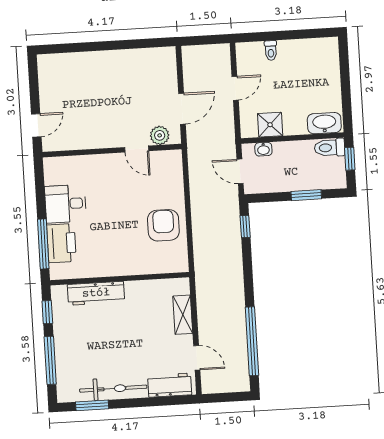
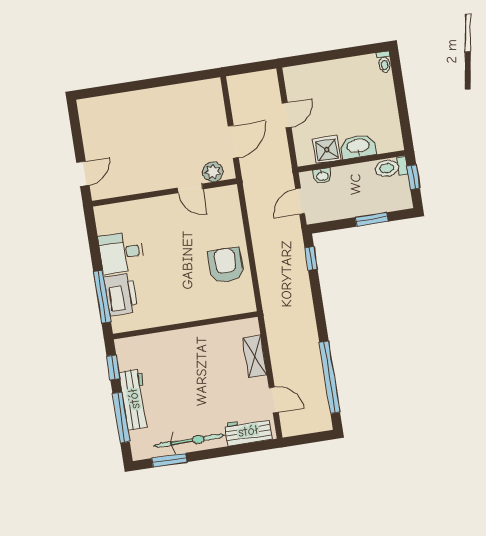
toilet: (271, 50) -> (384, 62), moved
washbasin: (324, 123) -> (358, 146), moved
door: (240, 171) -> (300, 201), hinge flipped
workbench: (96, 293) -> (134, 399), moved, turned -90

